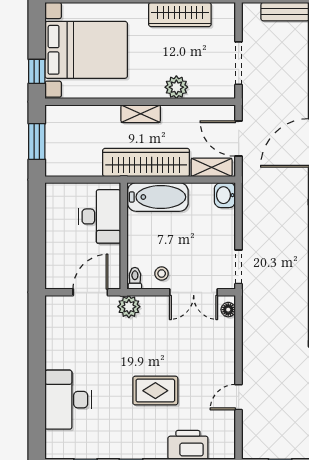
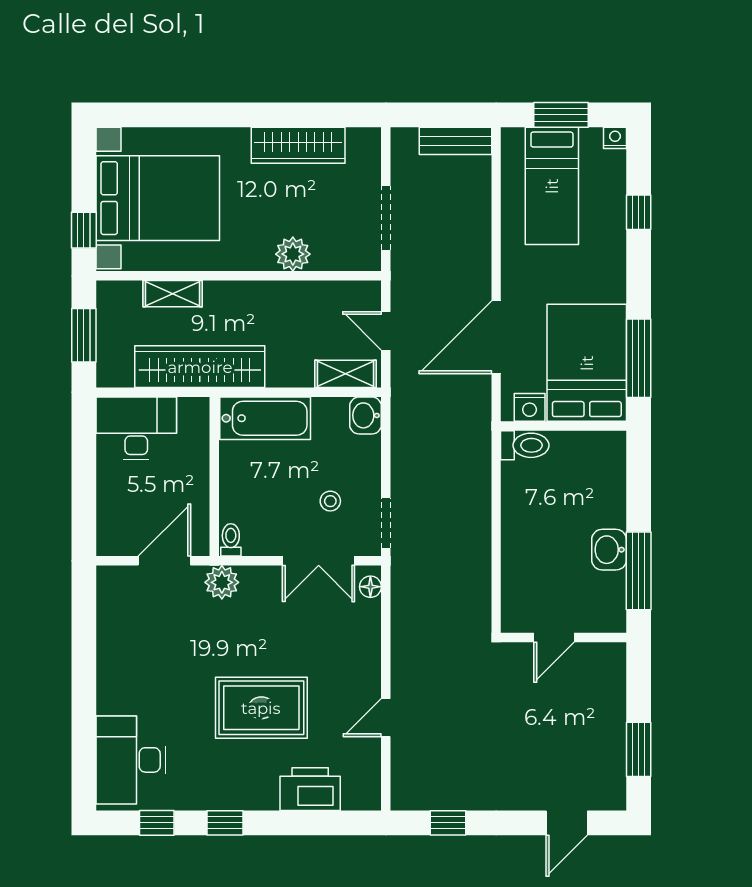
shelving: (141, 114) -> (173, 294), moved
door: (239, 139) -> (386, 331), width x0.73
wardrobe: (146, 163) -> (200, 367), moved
desk: (100, 216) -> (136, 428), moved, turned -90
stool: (162, 274) -> (330, 501), moved
rug: (155, 391) -> (261, 708), width x1.36, depth x1.43
desk: (68, 400) -> (131, 760), moved

